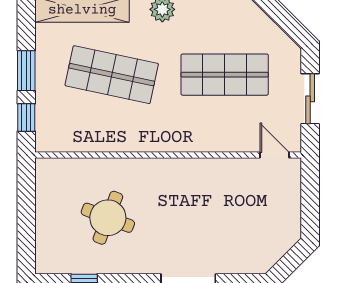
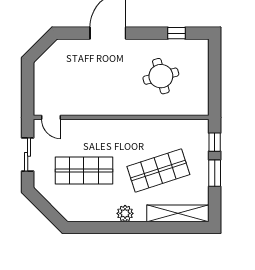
shop shelf: (112, 75) -> (158, 170), turned -30
round table: (108, 218) -> (161, 76), turned -36

